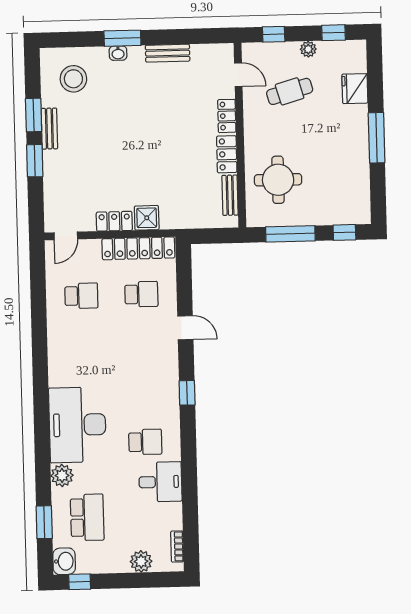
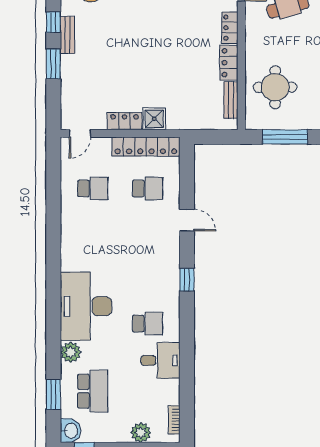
window: (34, 115) -> (53, 22), width x0.67

